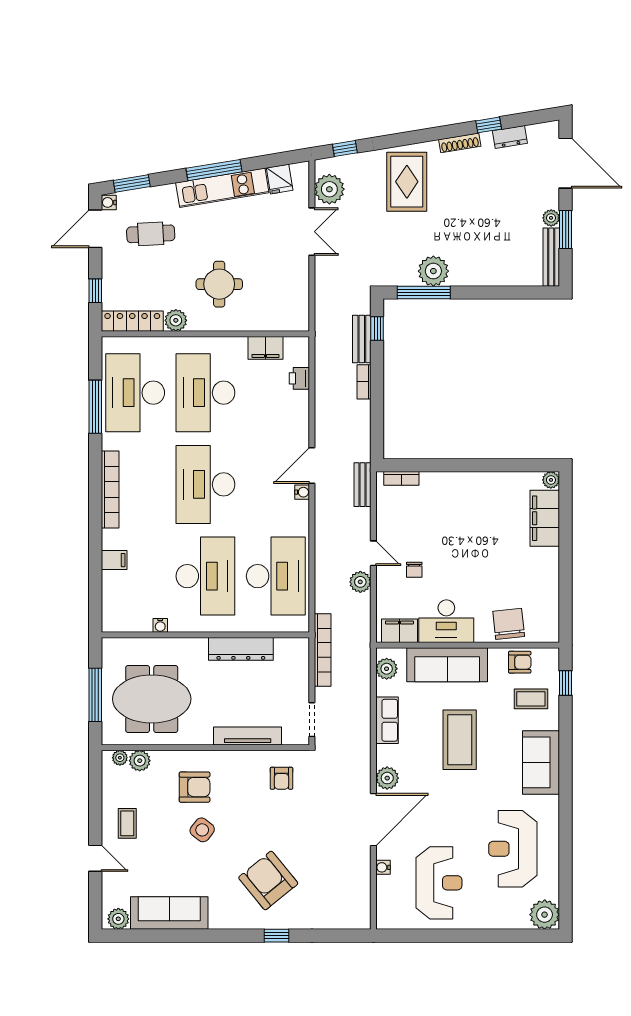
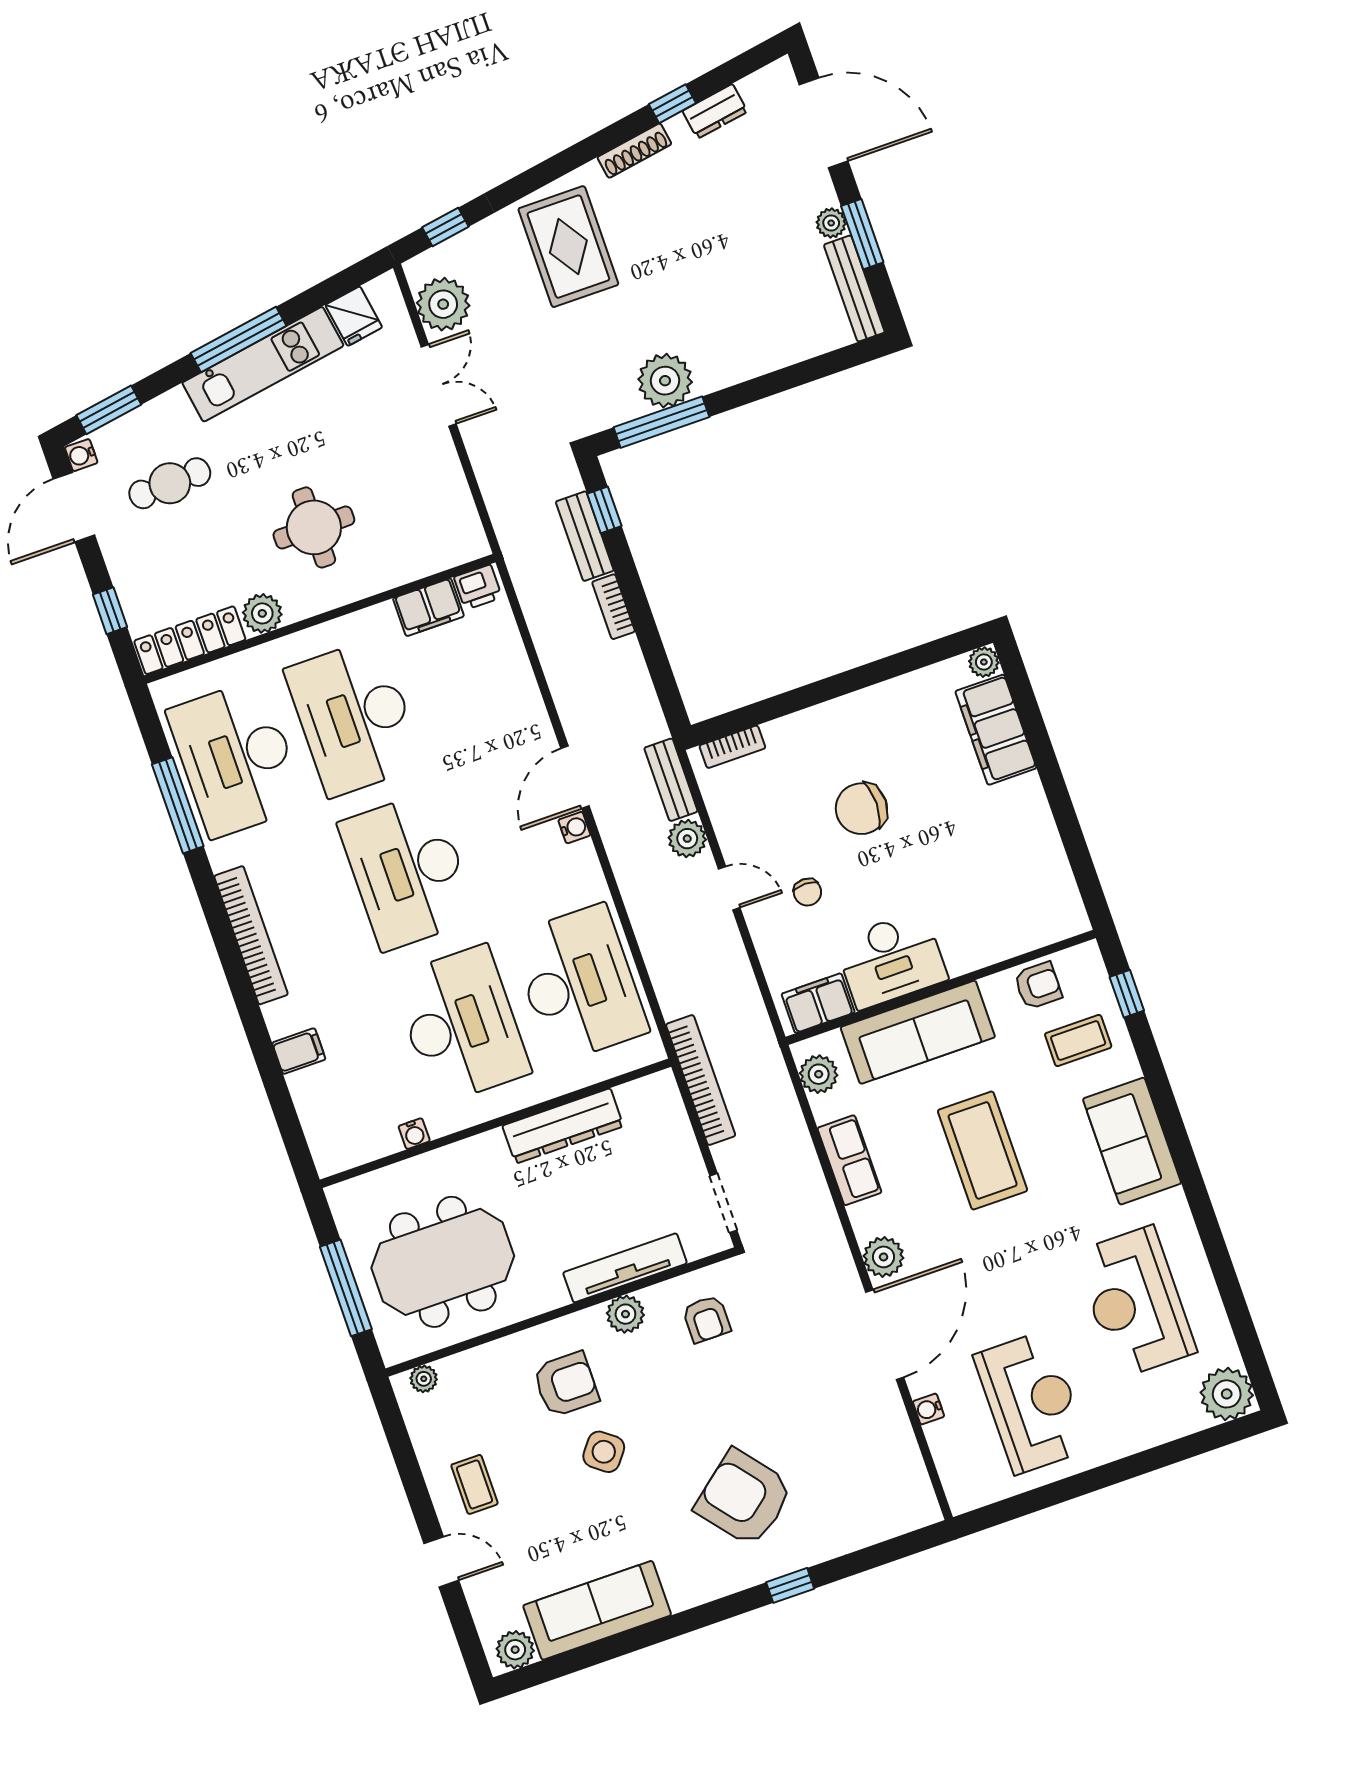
printer: (299, 378) -> (478, 587), moved, turned -90
plant: (360, 582) -> (687, 839), moved
chair: (509, 624) -> (861, 809), moved, turned -84
plant: (140, 761) -> (625, 1314), moved

